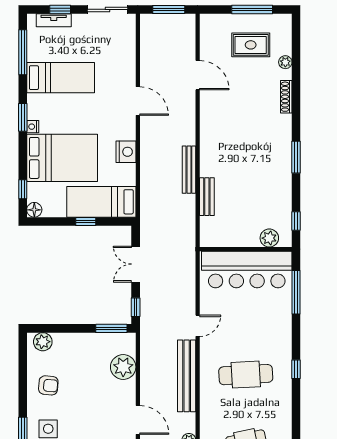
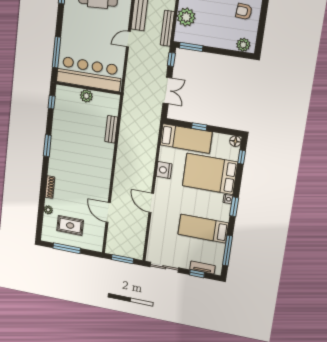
bench: (189, 170) -> (167, 28), moved
plant: (269, 238) -> (86, 96), moved

